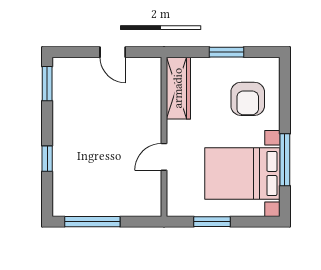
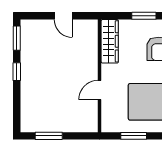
window: (47, 159) -> (17, 72), moved
window: (92, 222) -> (49, 136), width x0.69

